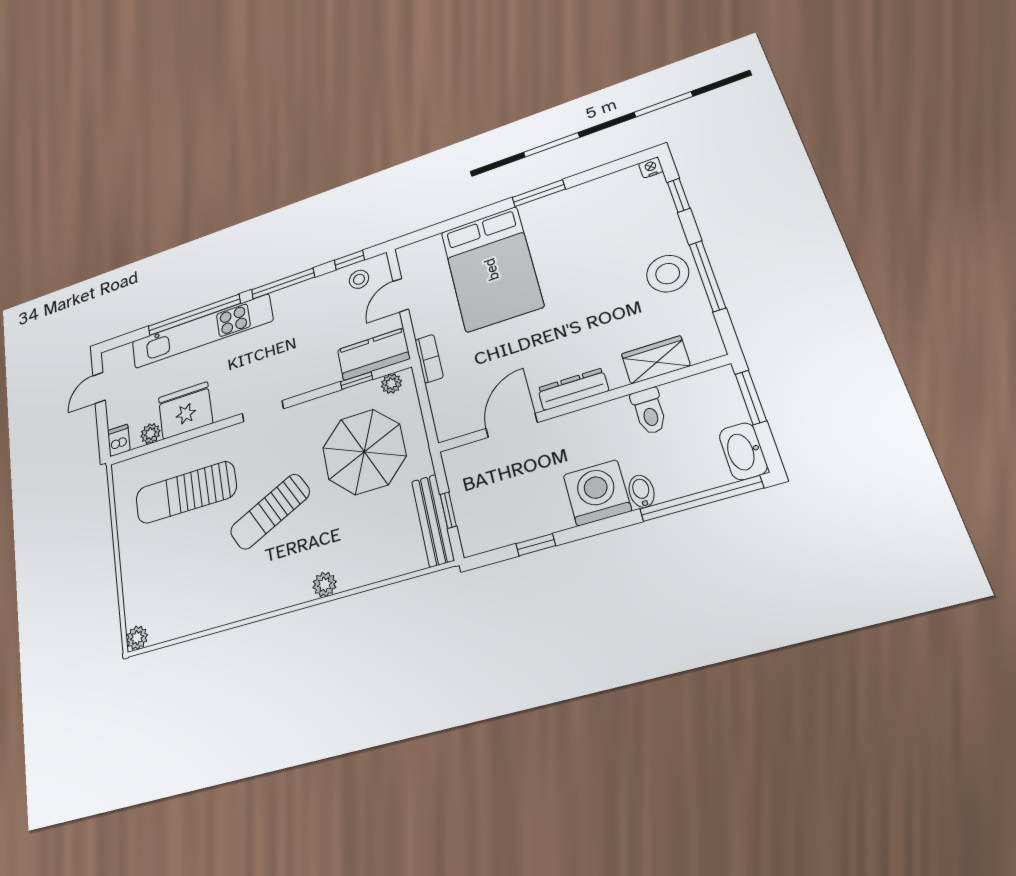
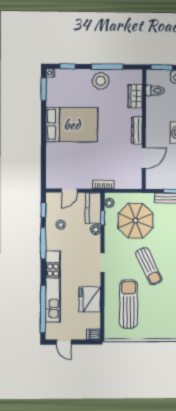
window: (539, 193) -> (44, 89), moved
bed: (492, 269) -> (72, 125), moved
stool: (359, 279) -> (61, 225), moved
door: (401, 295) -> (69, 191), hinge flipped
window: (194, 315) -> (43, 309), moved
toilet: (649, 411) -> (155, 91), moved
door: (512, 425) -> (144, 158), swing flipped
plant: (150, 434) -> (96, 230), moved
sun lounger: (186, 492) -> (129, 304), turned 180

